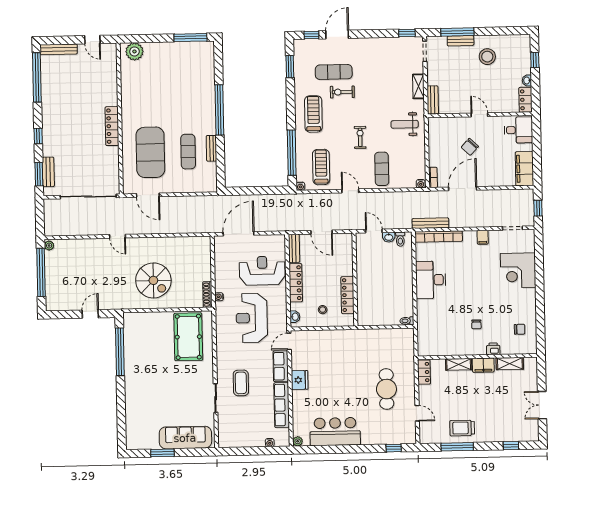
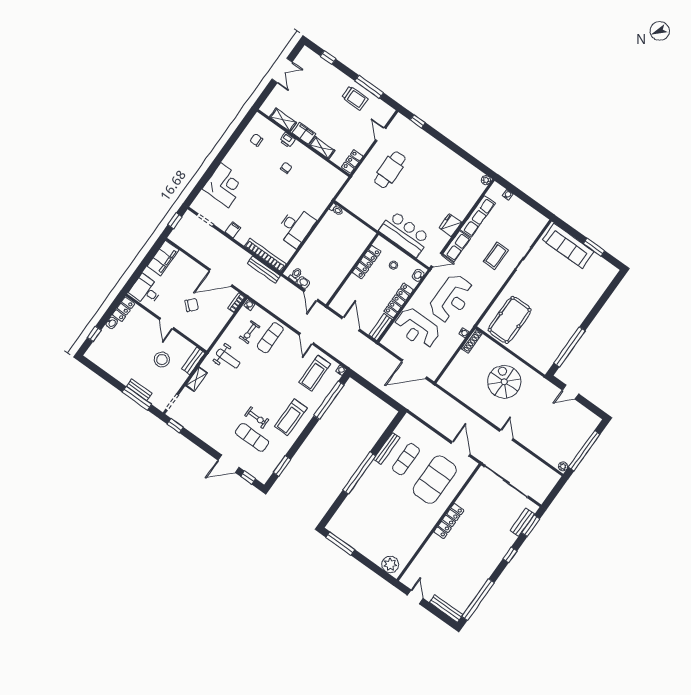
stool: (487, 57) -> (162, 360), moved
exercise bike: (360, 137) -> (249, 332), moved
bench: (211, 148) -> (387, 449), width x1.36
bar counter: (335, 432) -> (405, 234), moved, turned 180

